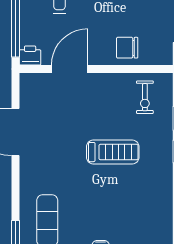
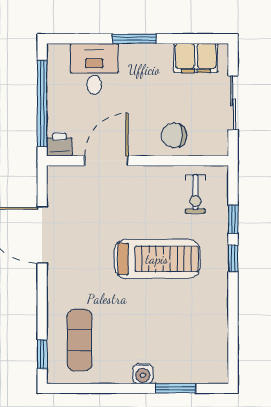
treadmill: (113, 152) -> (157, 259), width x1.37, depth x1.38

